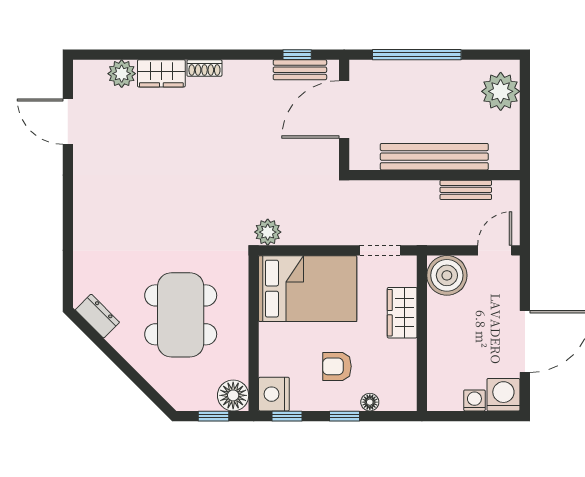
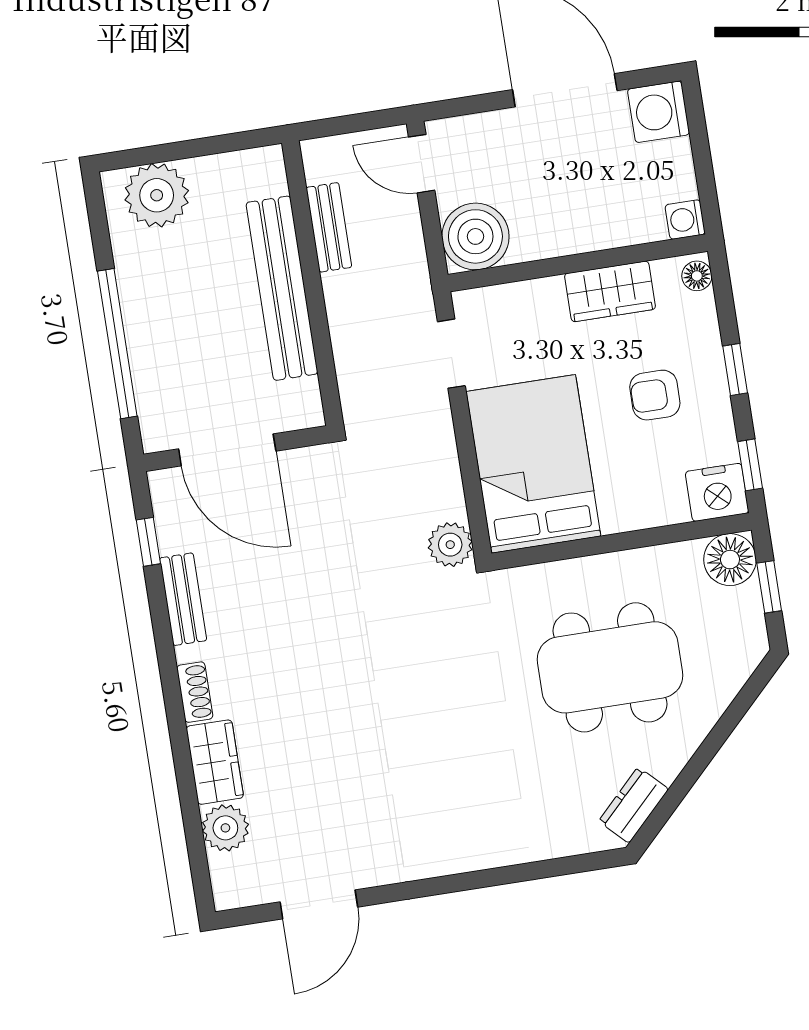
bench: (300, 70) -> (183, 599), moved
wardrobe: (402, 313) -> (610, 291), moved
armchair: (337, 366) -> (655, 395), turned 90
washing machine: (474, 400) -> (685, 220), moved
floor lamp: (370, 402) -> (697, 276), moved

